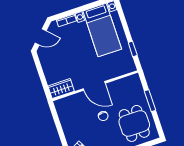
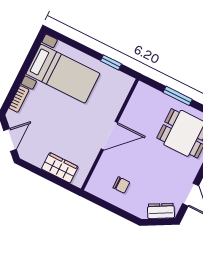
wardrobe: (61, 89) -> (60, 168), moved, turned 90
chair: (103, 116) -> (121, 185), moved

